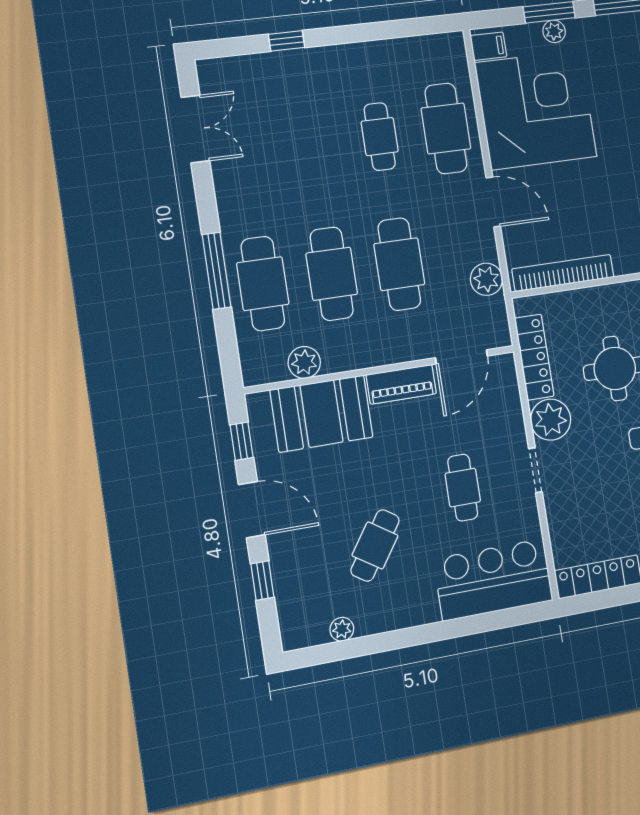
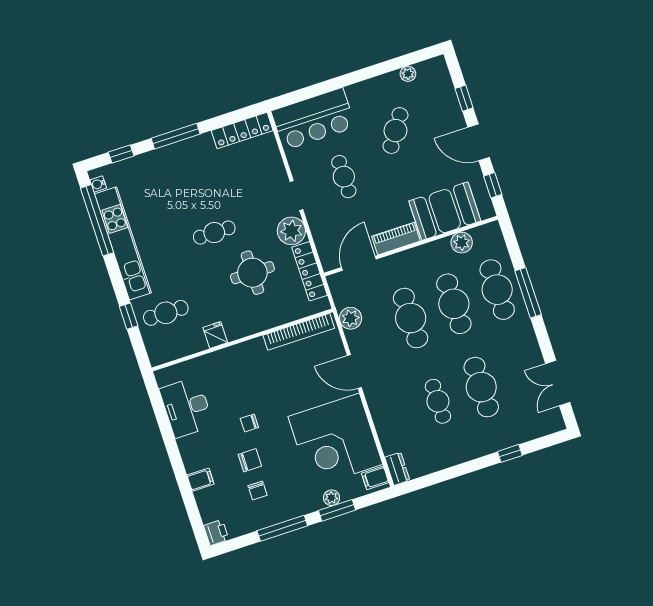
dresser: (455, 53) -> (397, 469), added
cafe table: (446, 128) -> (481, 387), moved

